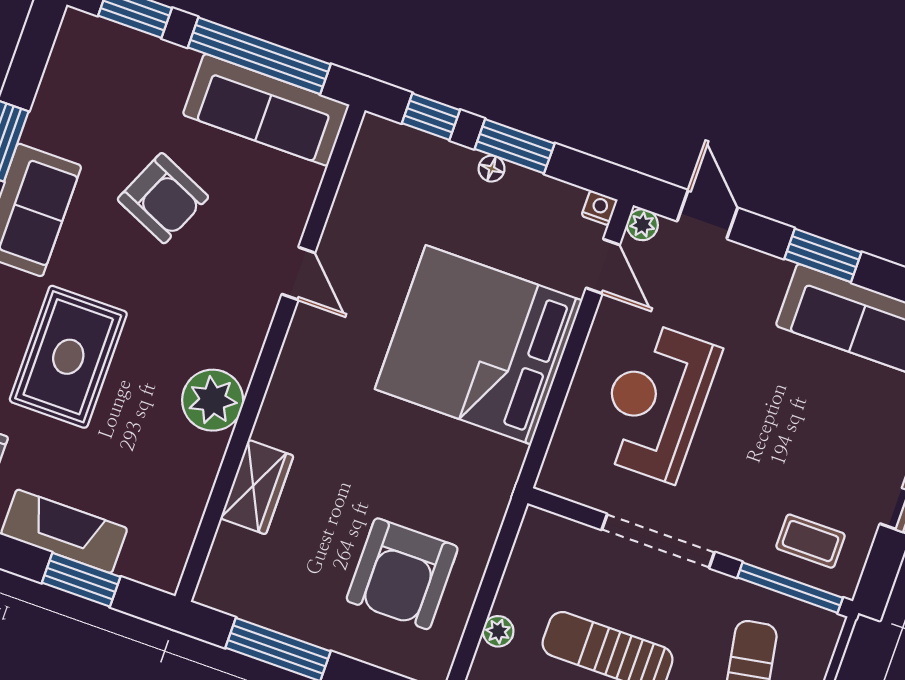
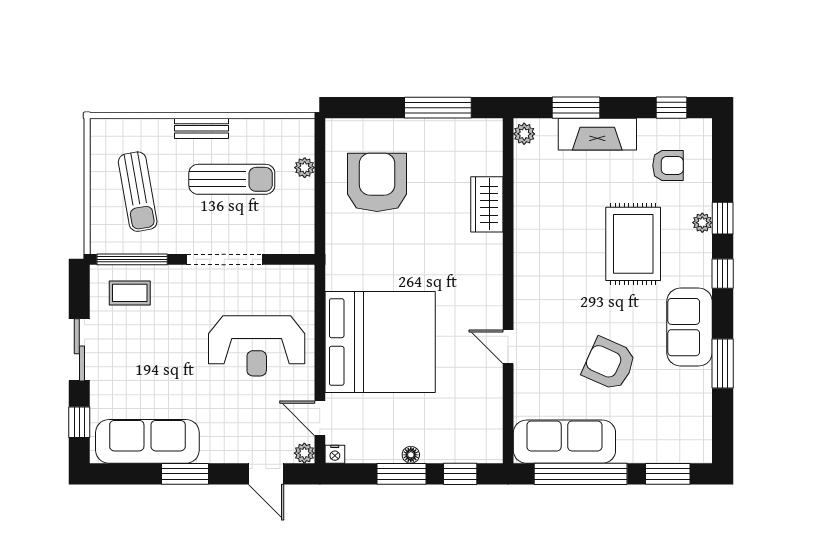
plant: (213, 400) -> (524, 134), moved, width x0.53, depth x0.53
reception desk: (656, 402) -> (257, 346), turned 90

